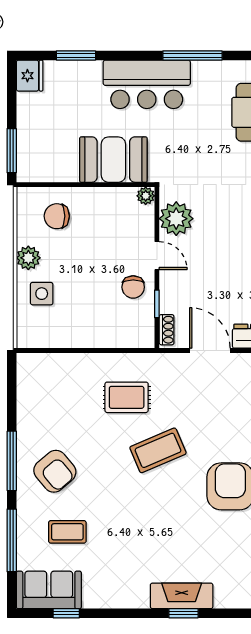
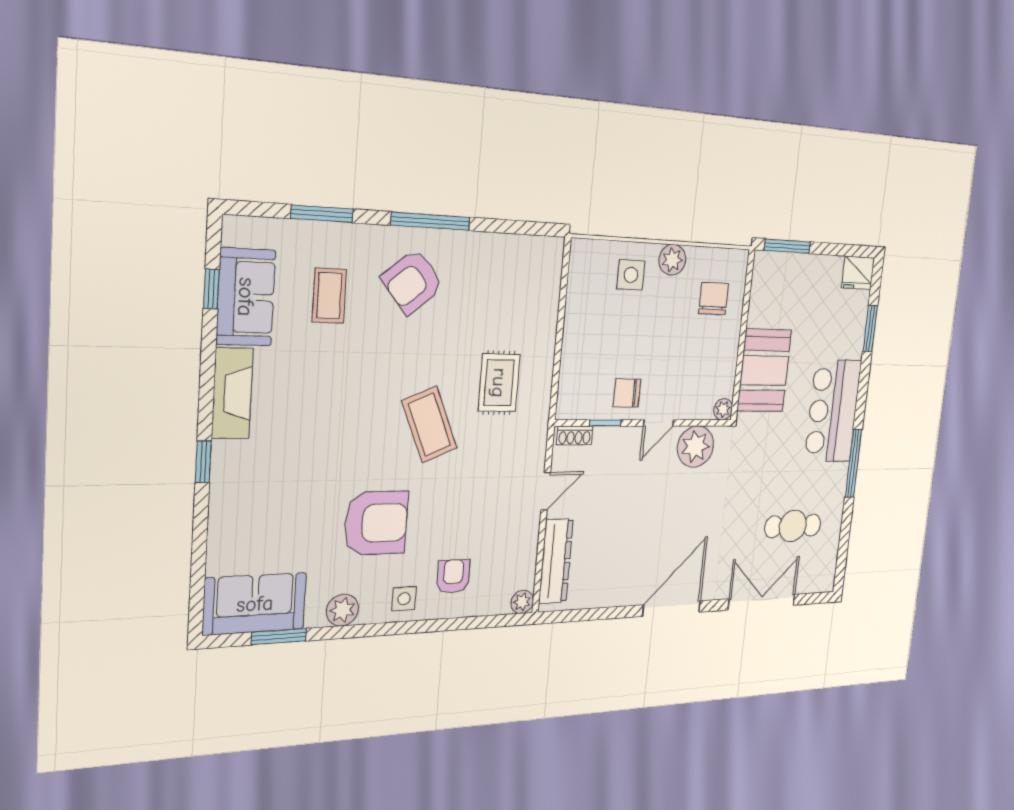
door: (210, 351) -> (546, 491), width x0.73
window: (12, 540) -> (322, 214), width x0.69
sofa: (49, 590) -> (246, 297), moved
fireplace: (182, 596) -> (232, 393), moved

